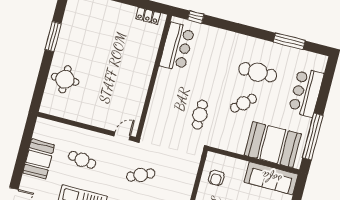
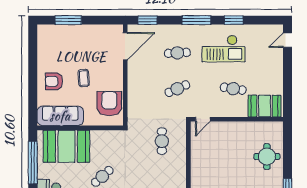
cafe table: (200, 115) -> (162, 141), moved
booth: (39, 159) -> (265, 106), moved, turned 90
armchair: (216, 178) -> (109, 104), width x1.88, depth x1.88

